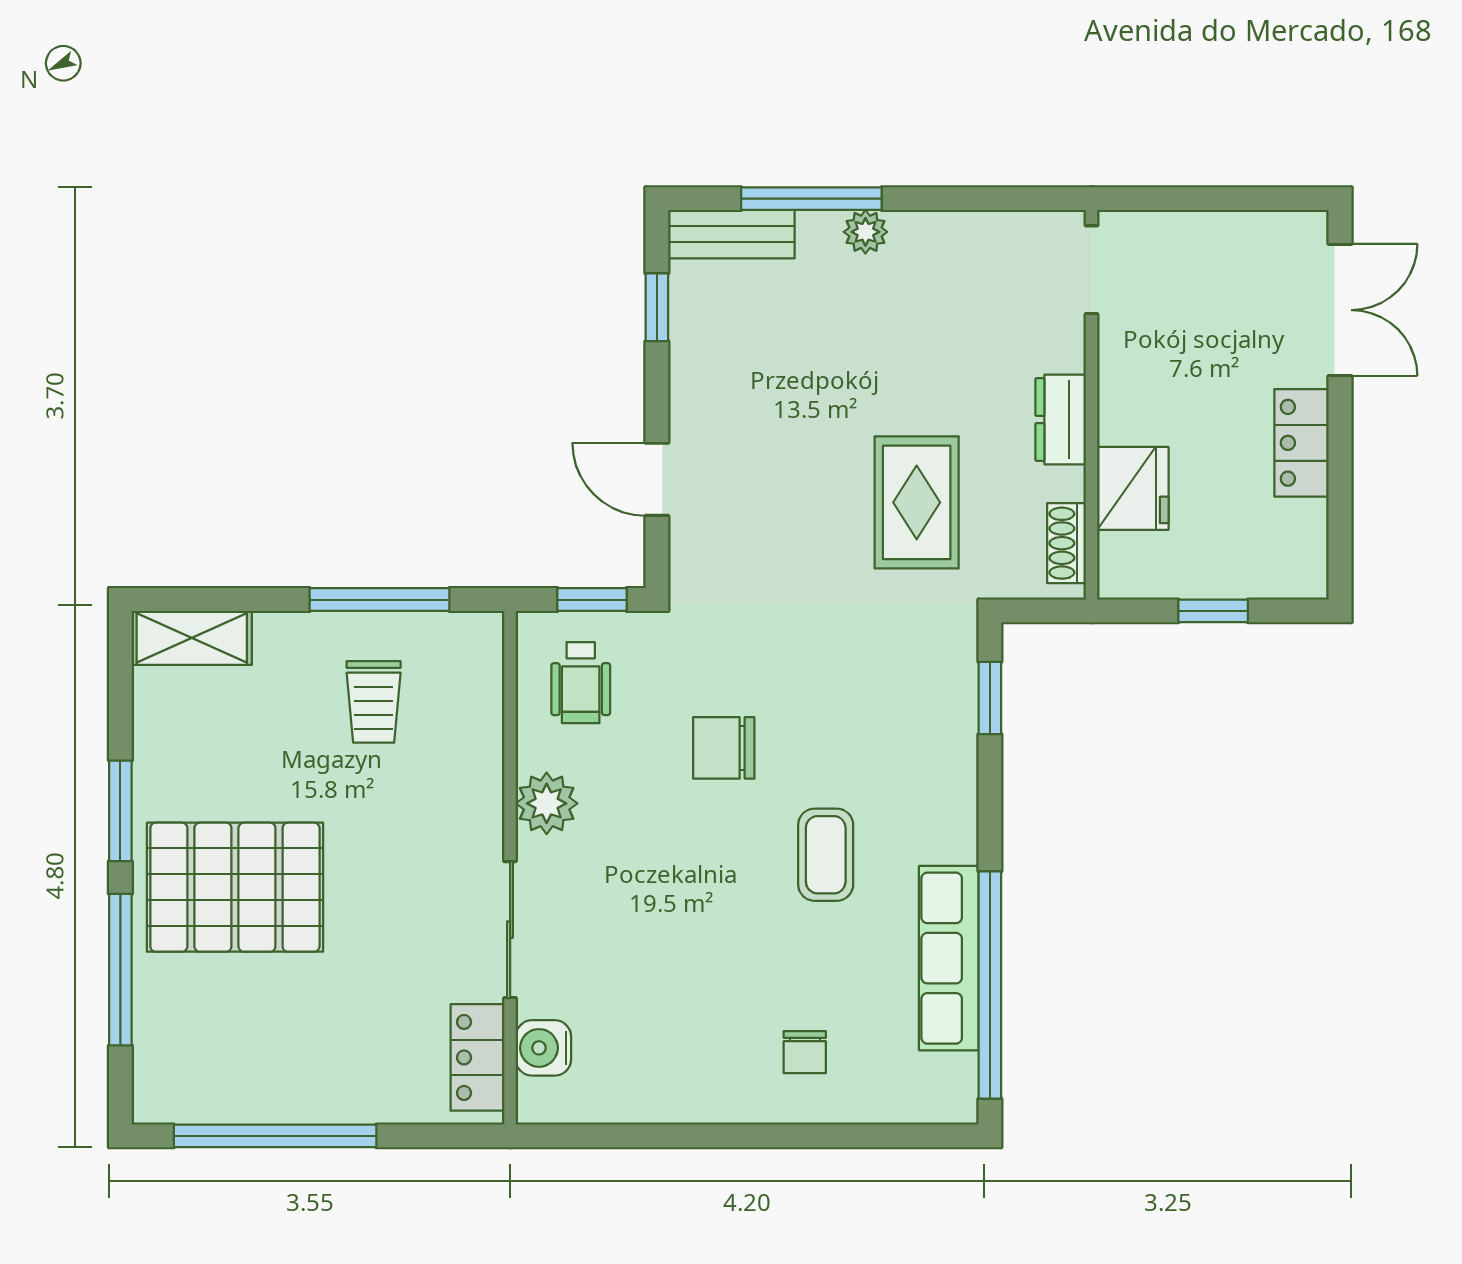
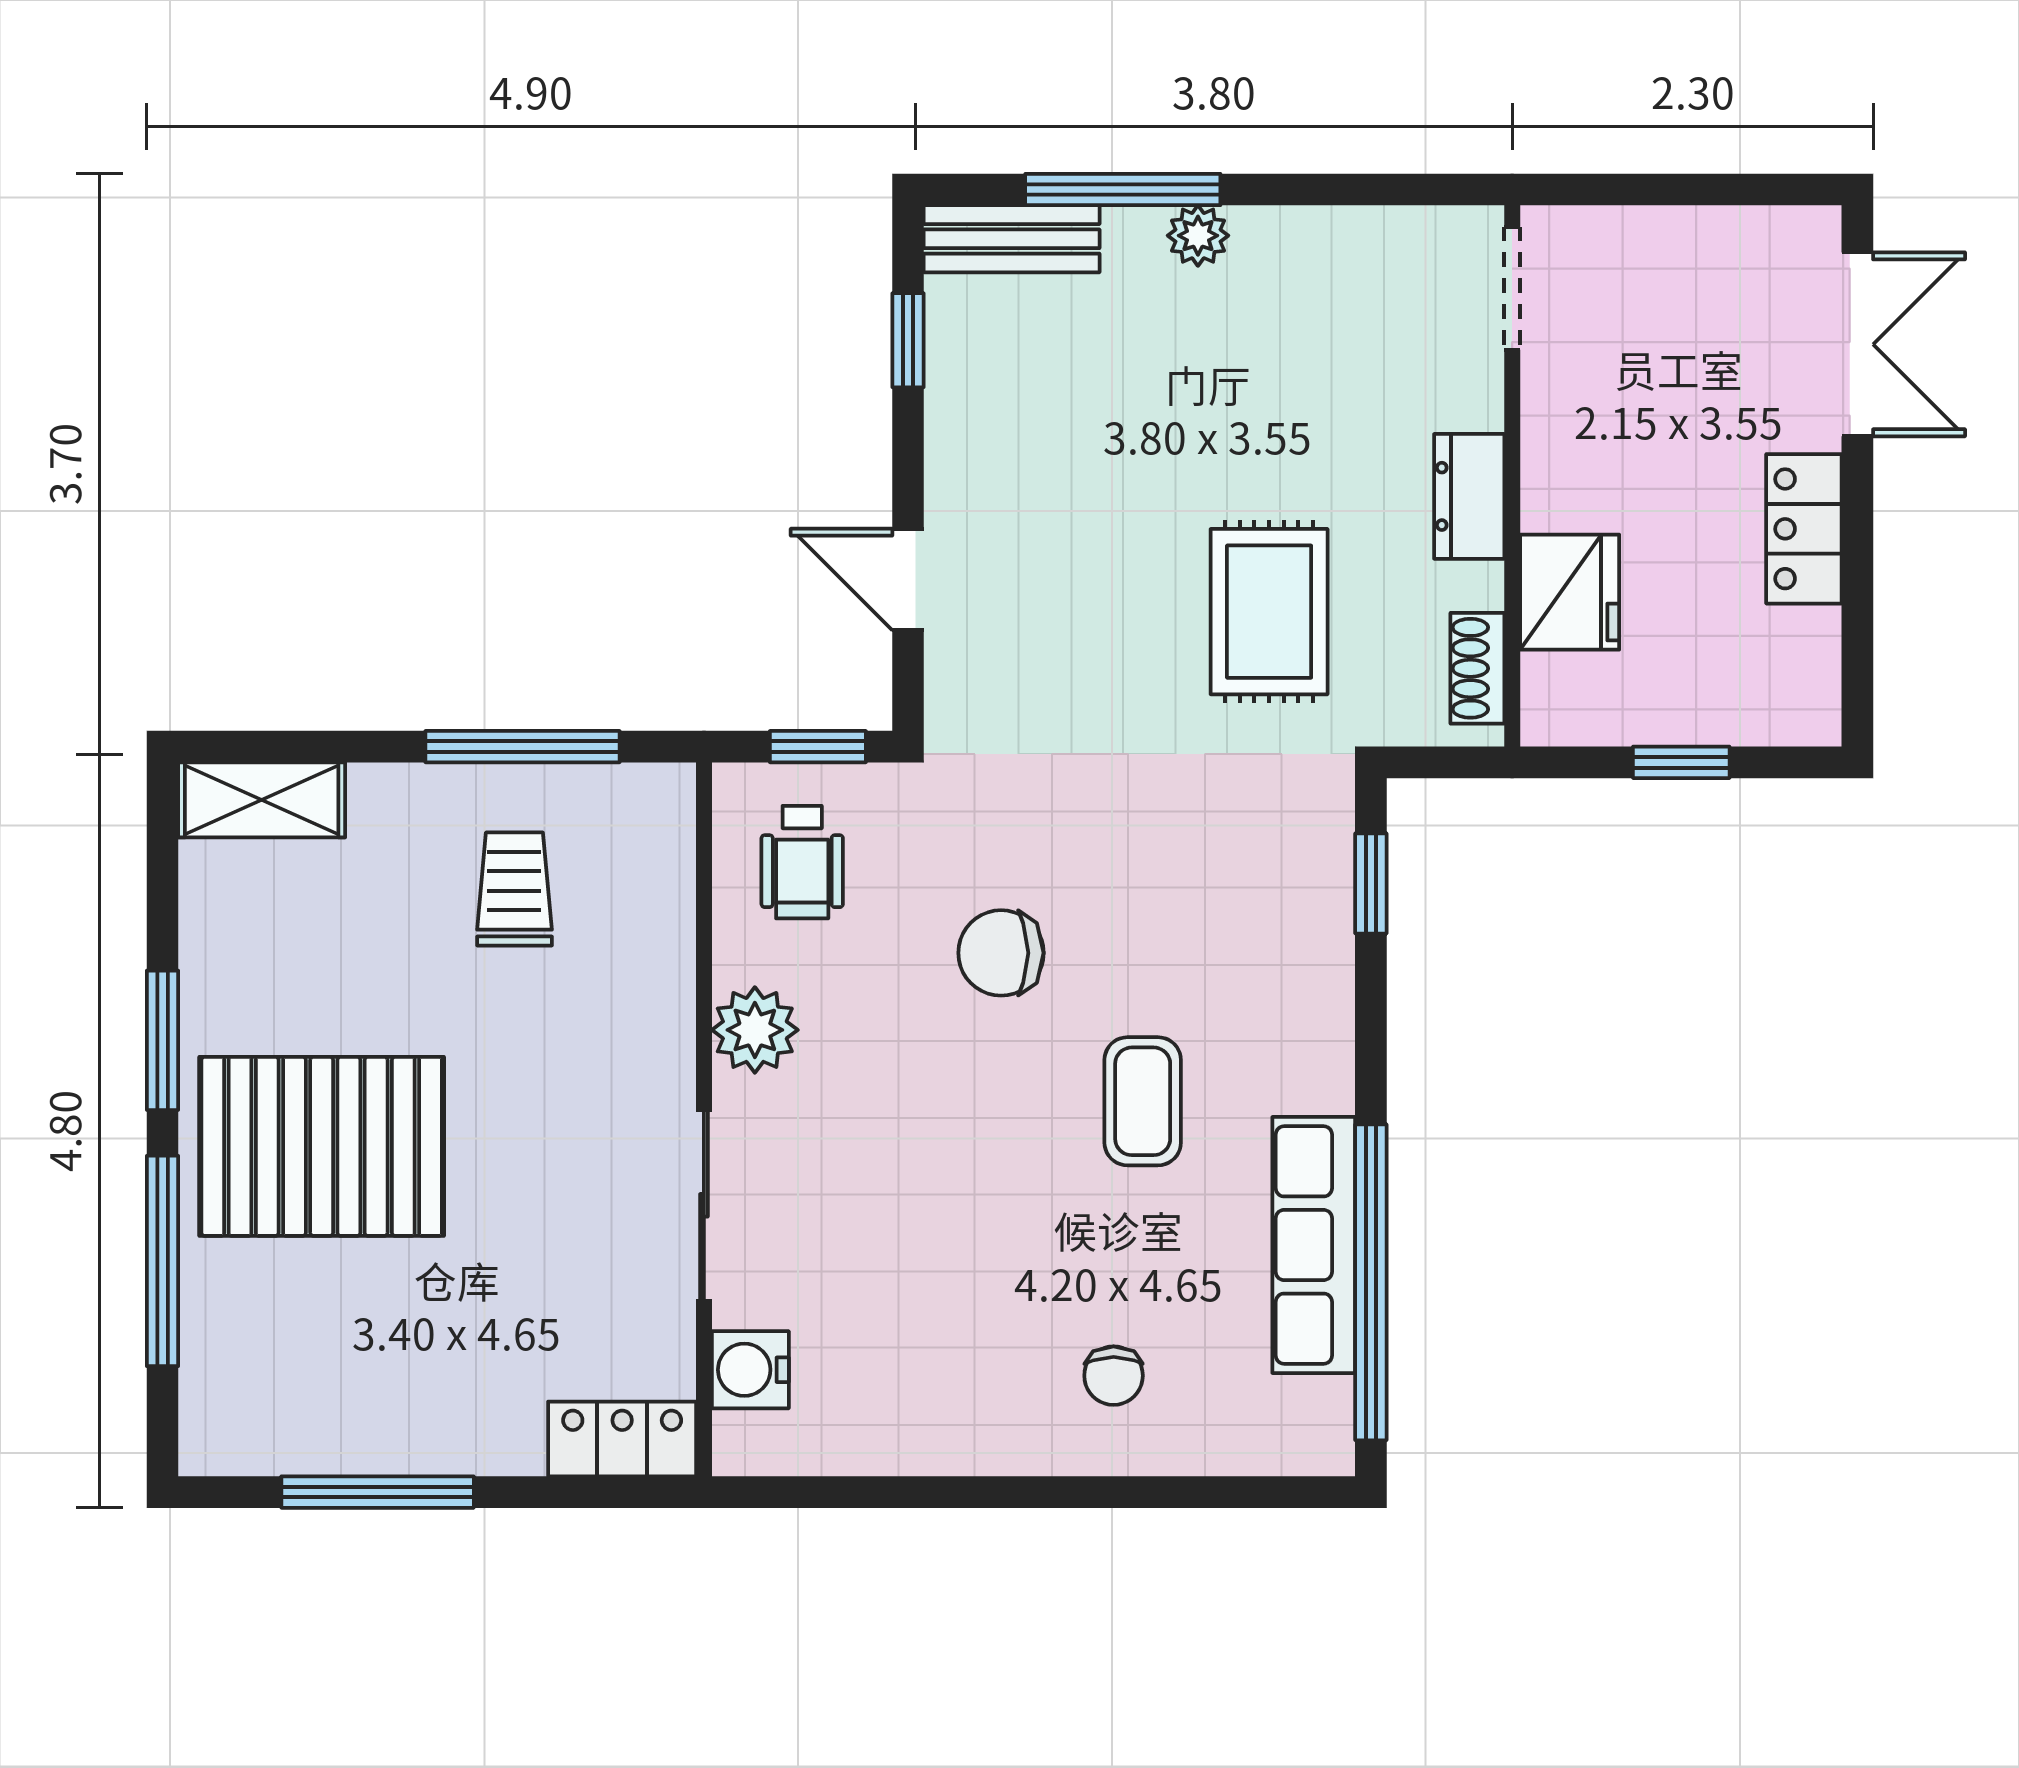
trolley: (374, 702) -> (514, 889), turned 180
locker: (477, 1057) -> (622, 1439), moved, turned 90
window: (275, 1136) -> (378, 1492), width x0.68

